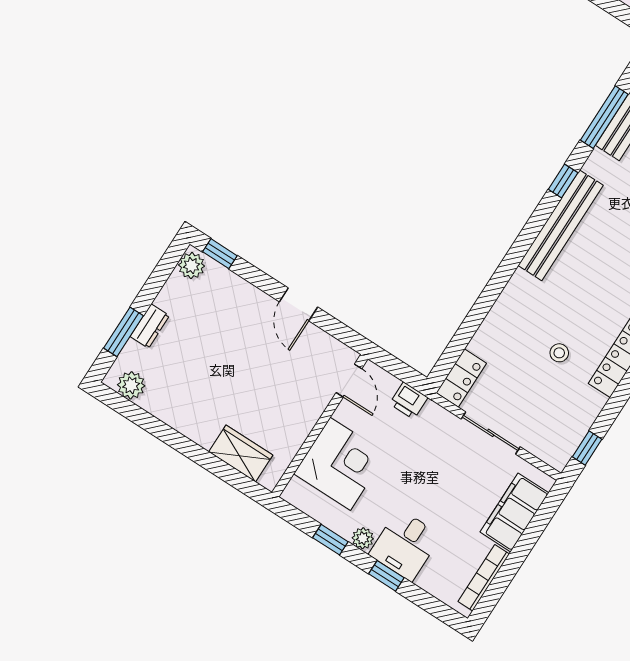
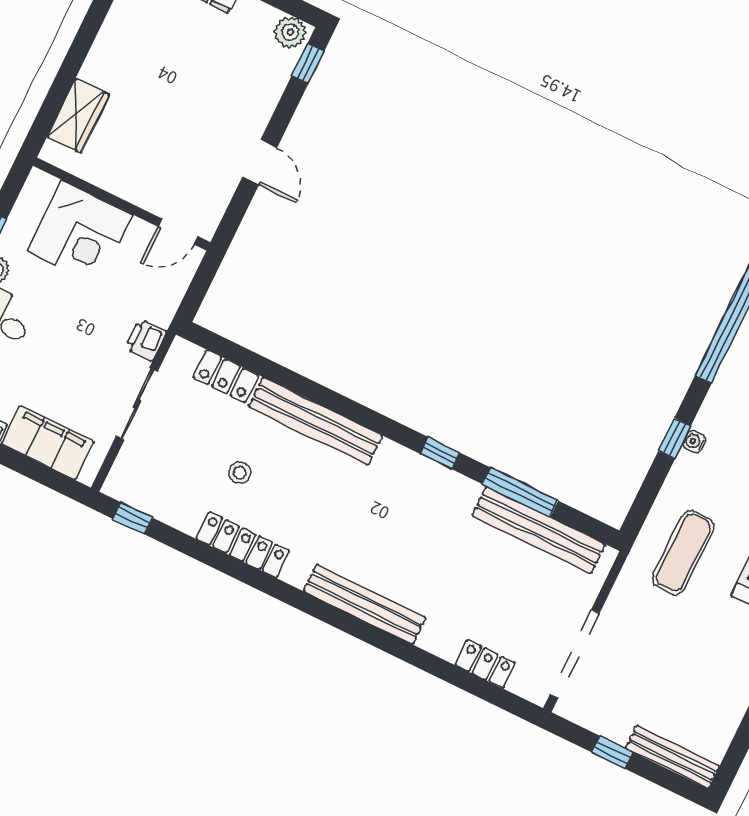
bench: (561, 225) -> (315, 421), moved
door: (298, 304) -> (260, 162), swing flipped
locker: (461, 378) -> (226, 376), moved
printer: (409, 401) -> (146, 340), moved

